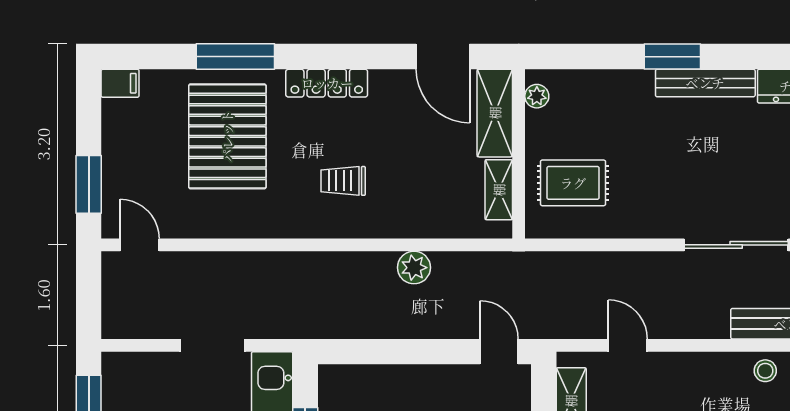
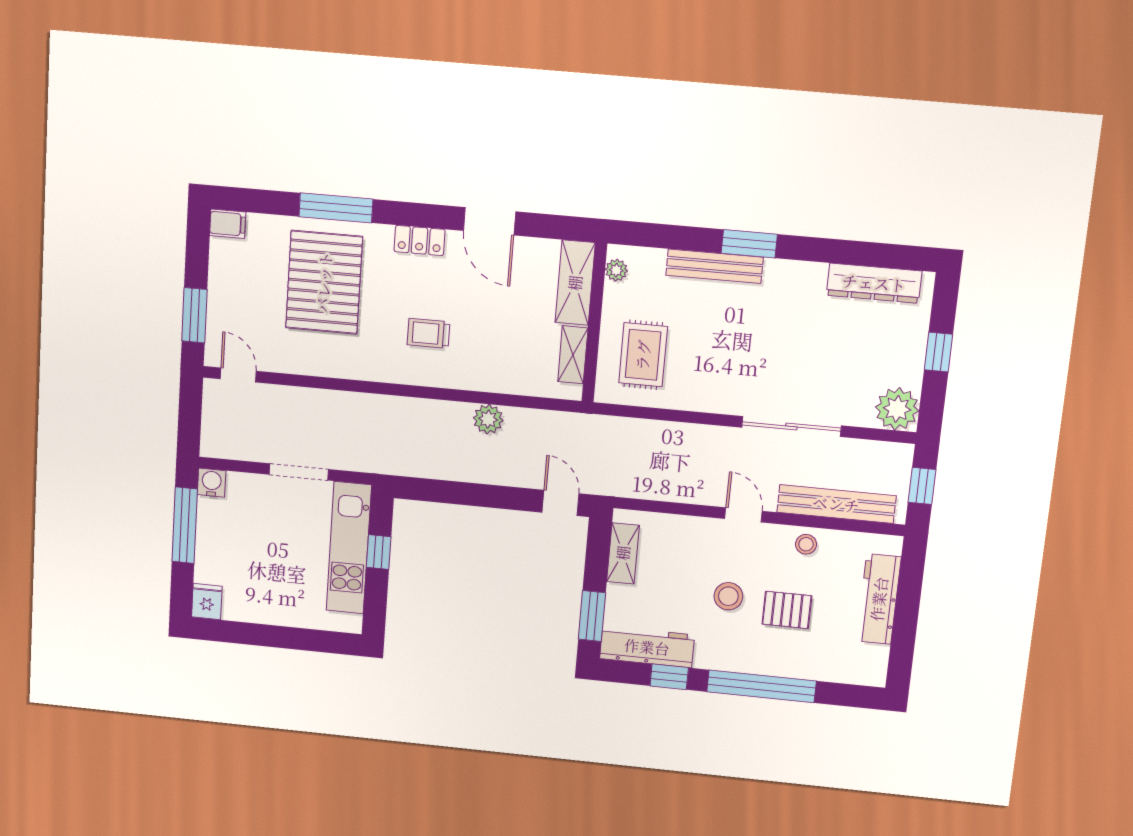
door: (443, 57) -> (490, 221), moved
locker: (327, 83) -> (420, 241), width x0.66
bench: (705, 83) -> (714, 266), moved
rug: (573, 183) -> (643, 355), turned 90
door: (628, 345) -> (743, 515), moved
water cooler: (116, 367) -> (212, 483), added

